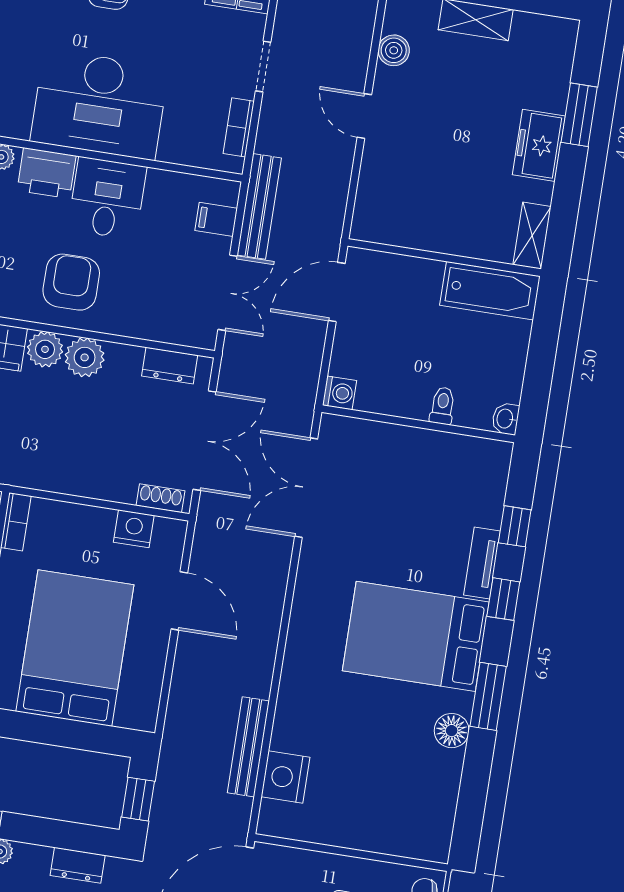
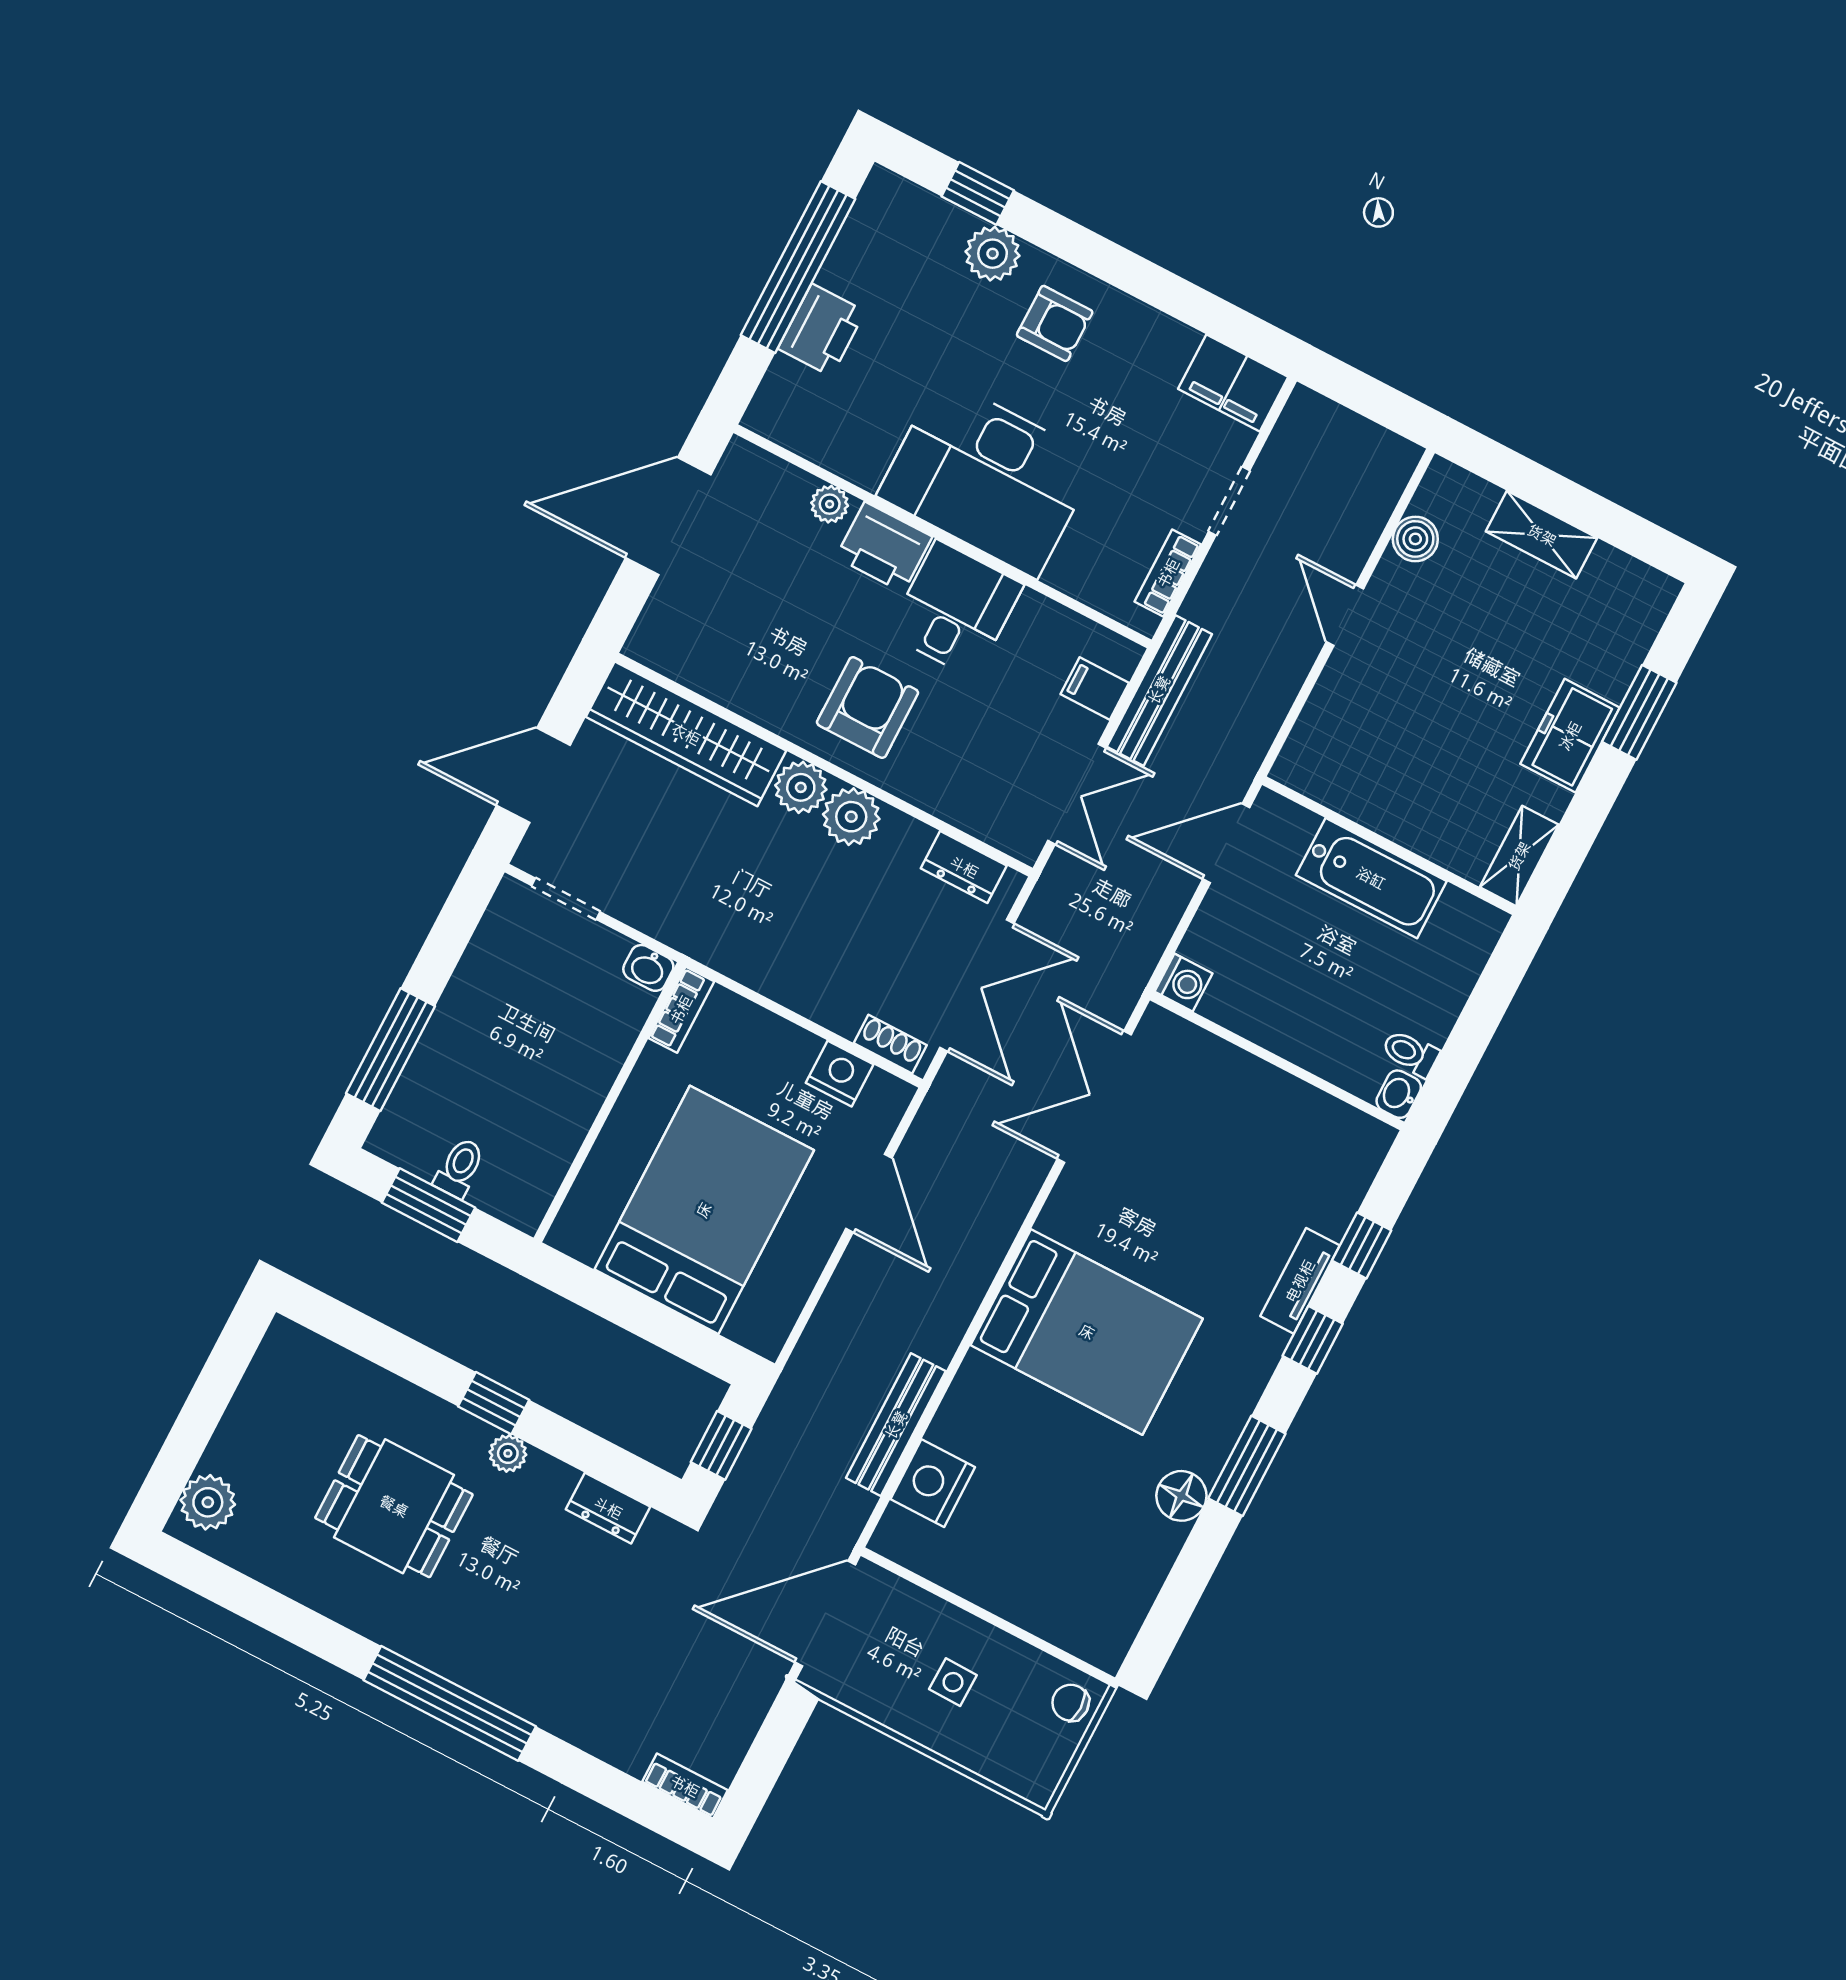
bathtub: (490, 291) -> (1371, 878), moved
toilet: (442, 406) -> (1410, 1053), moved, turned -90
bed: (416, 636) -> (1087, 1332), moved, turned 180

